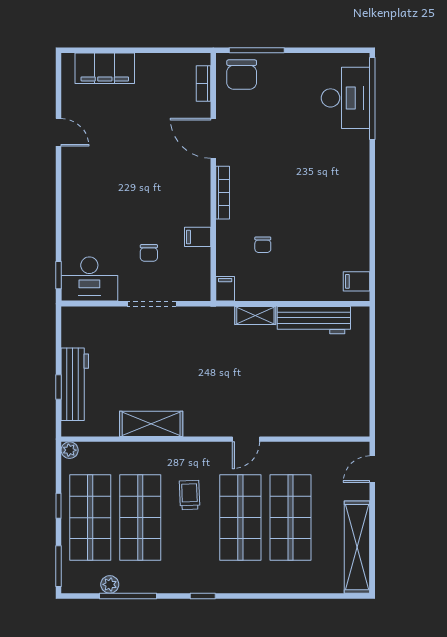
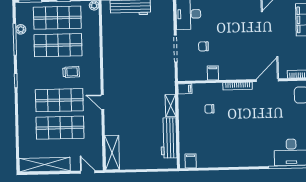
shelving: (151, 424) -> (112, 153), moved

